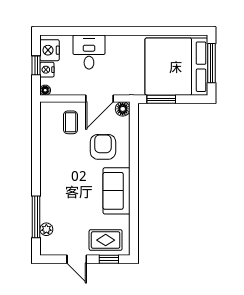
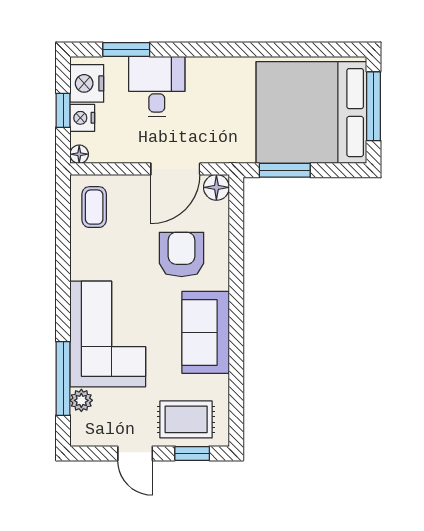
window: (72, 31) -> (126, 49), added
coffee table: (71, 122) -> (94, 207), moved
corner sofa: (61, 192) -> (108, 334), added

